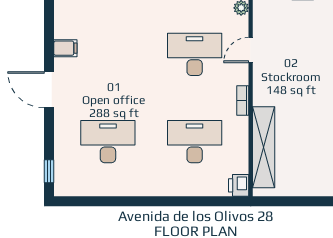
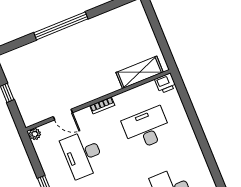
desk: (195, 142) -> (147, 128), turned 90
shelving: (264, 147) -> (140, 72), width x0.68

